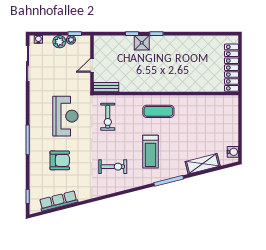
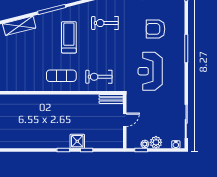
exercise bike: (108, 117) -> (99, 77), moved, turned -90

